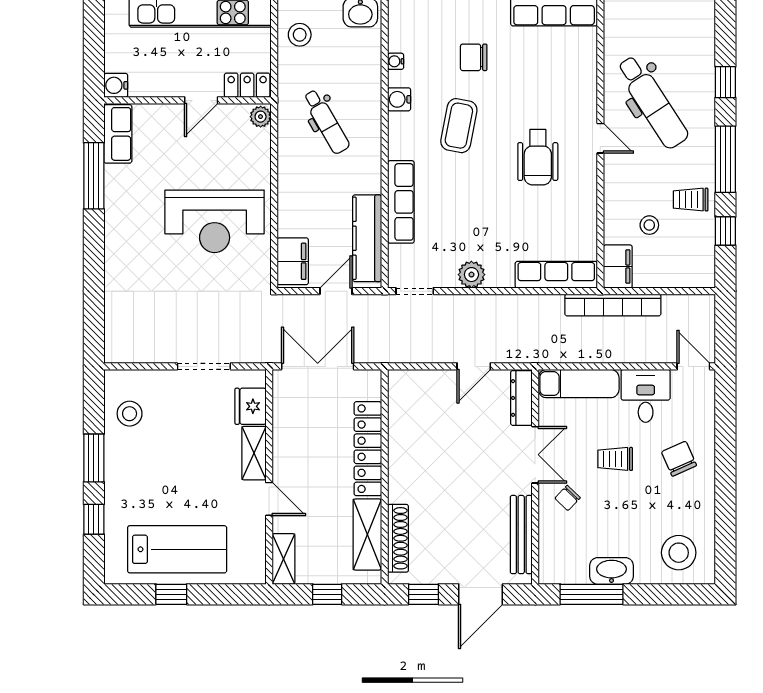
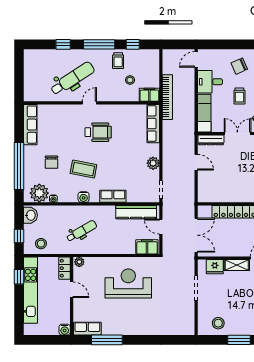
plant: (408, 31) -> (39, 193), added
water cooler: (399, 99) -> (84, 197), moved
row of seats: (401, 202) -> (113, 196), width x0.68
reception desk: (215, 221) -> (128, 283), turned -90
double door: (318, 366) -> (196, 235), swing flipped

